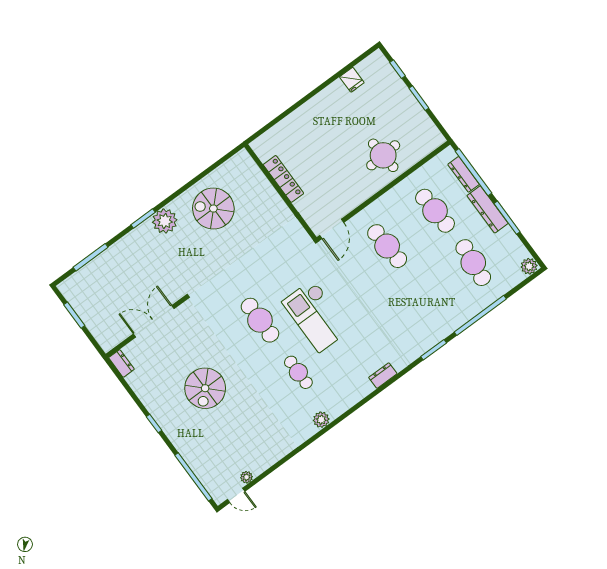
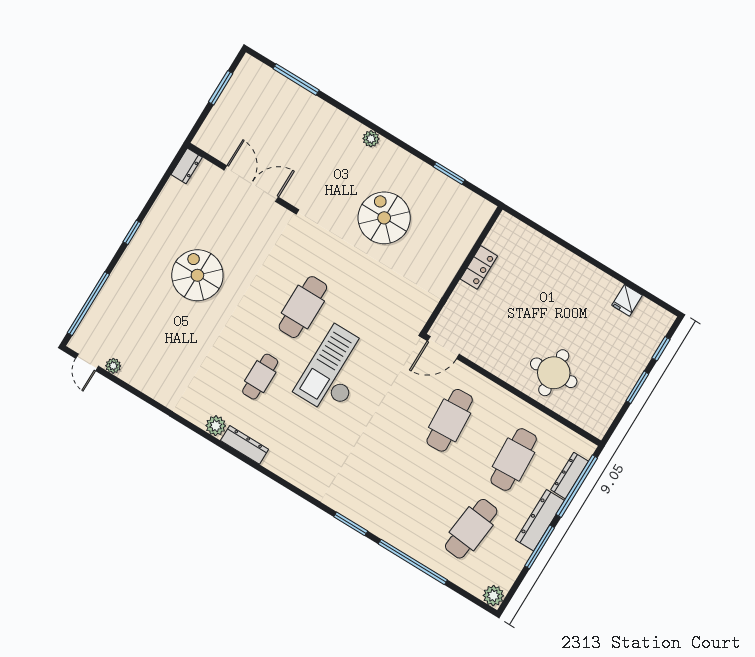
locker: (283, 179) -> (479, 267), width x0.66
spiral stairs: (213, 209) -> (384, 218), moved
window: (143, 219) -> (449, 173), moved
plant: (165, 221) -> (371, 139), width x0.53, depth x0.53
dresser: (383, 376) -> (245, 445), moved, width x1.44
spiral stairs: (205, 388) -> (197, 275), turned 90

